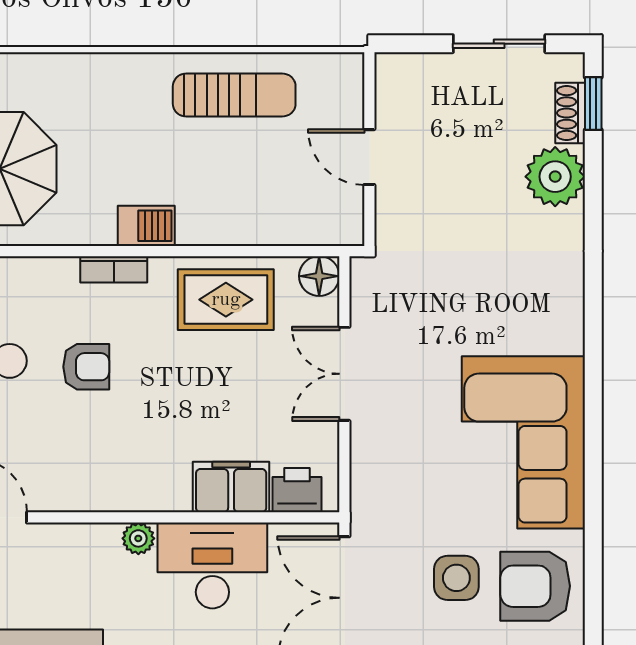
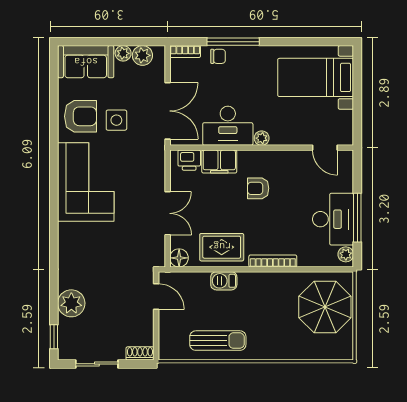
sun lounger: (234, 95) -> (218, 341), turned 180
shoe rack: (570, 113) -> (140, 353), moved, turned -90
door: (369, 157) -> (156, 297), moved
barbecue: (146, 226) -> (224, 281), moved
bookcase: (114, 269) -> (273, 261), width x1.56
armchair: (86, 367) -> (258, 188), moved

